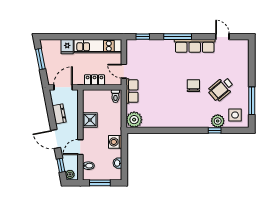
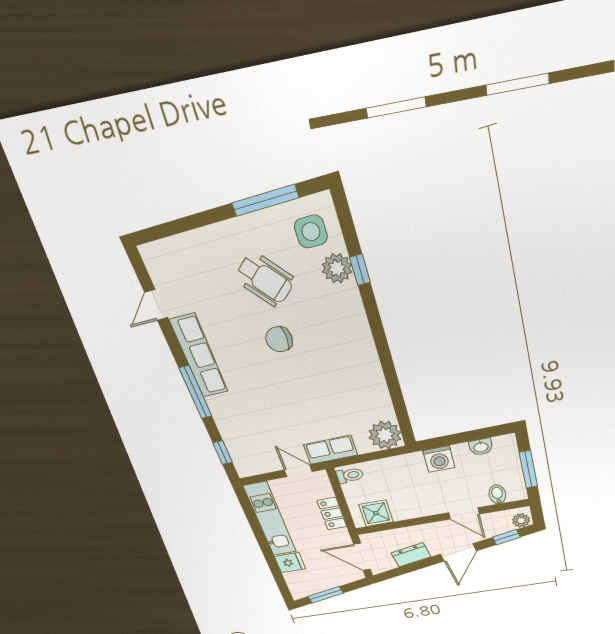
door: (124, 71) -> (298, 471), swing flipped
shower: (90, 120) -> (376, 513), moved

